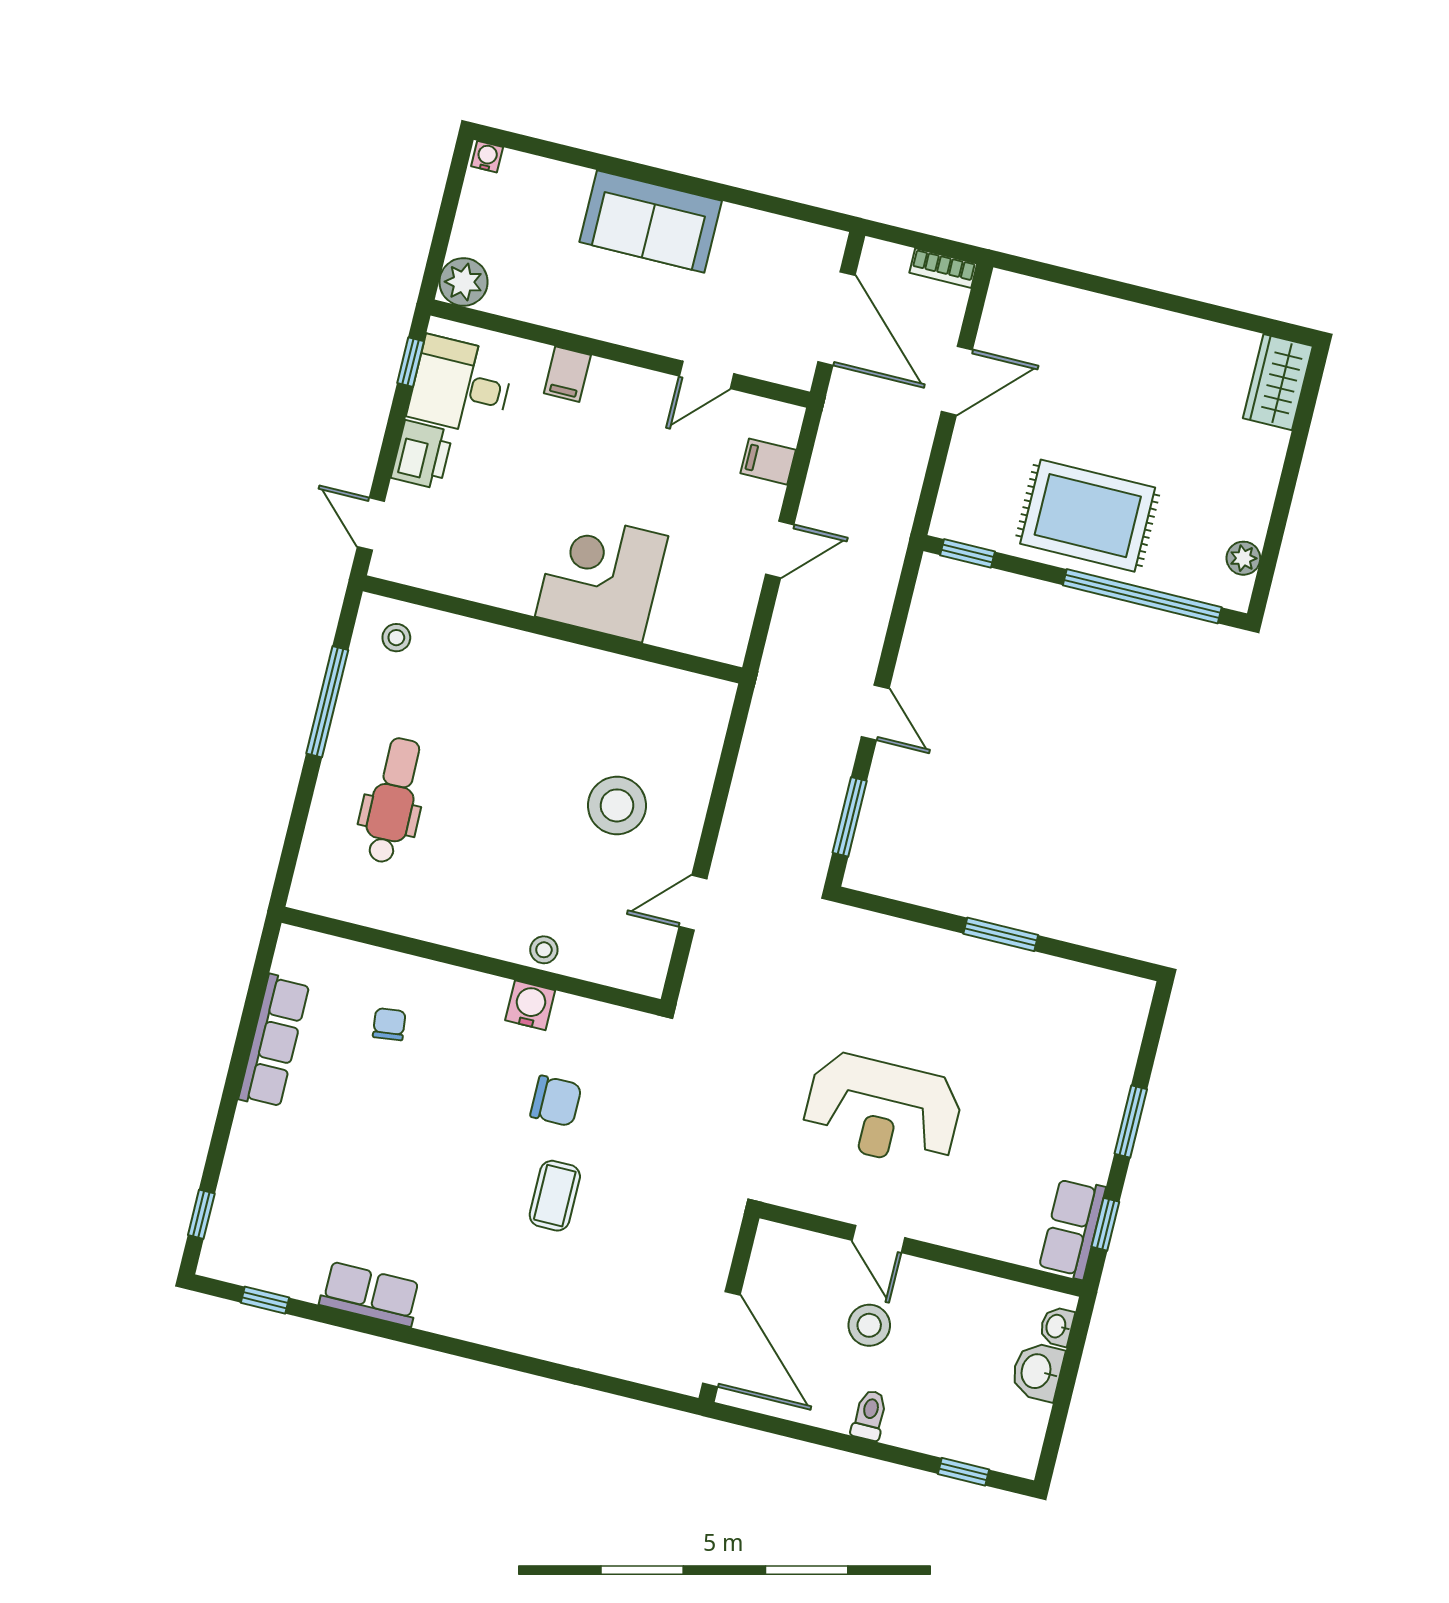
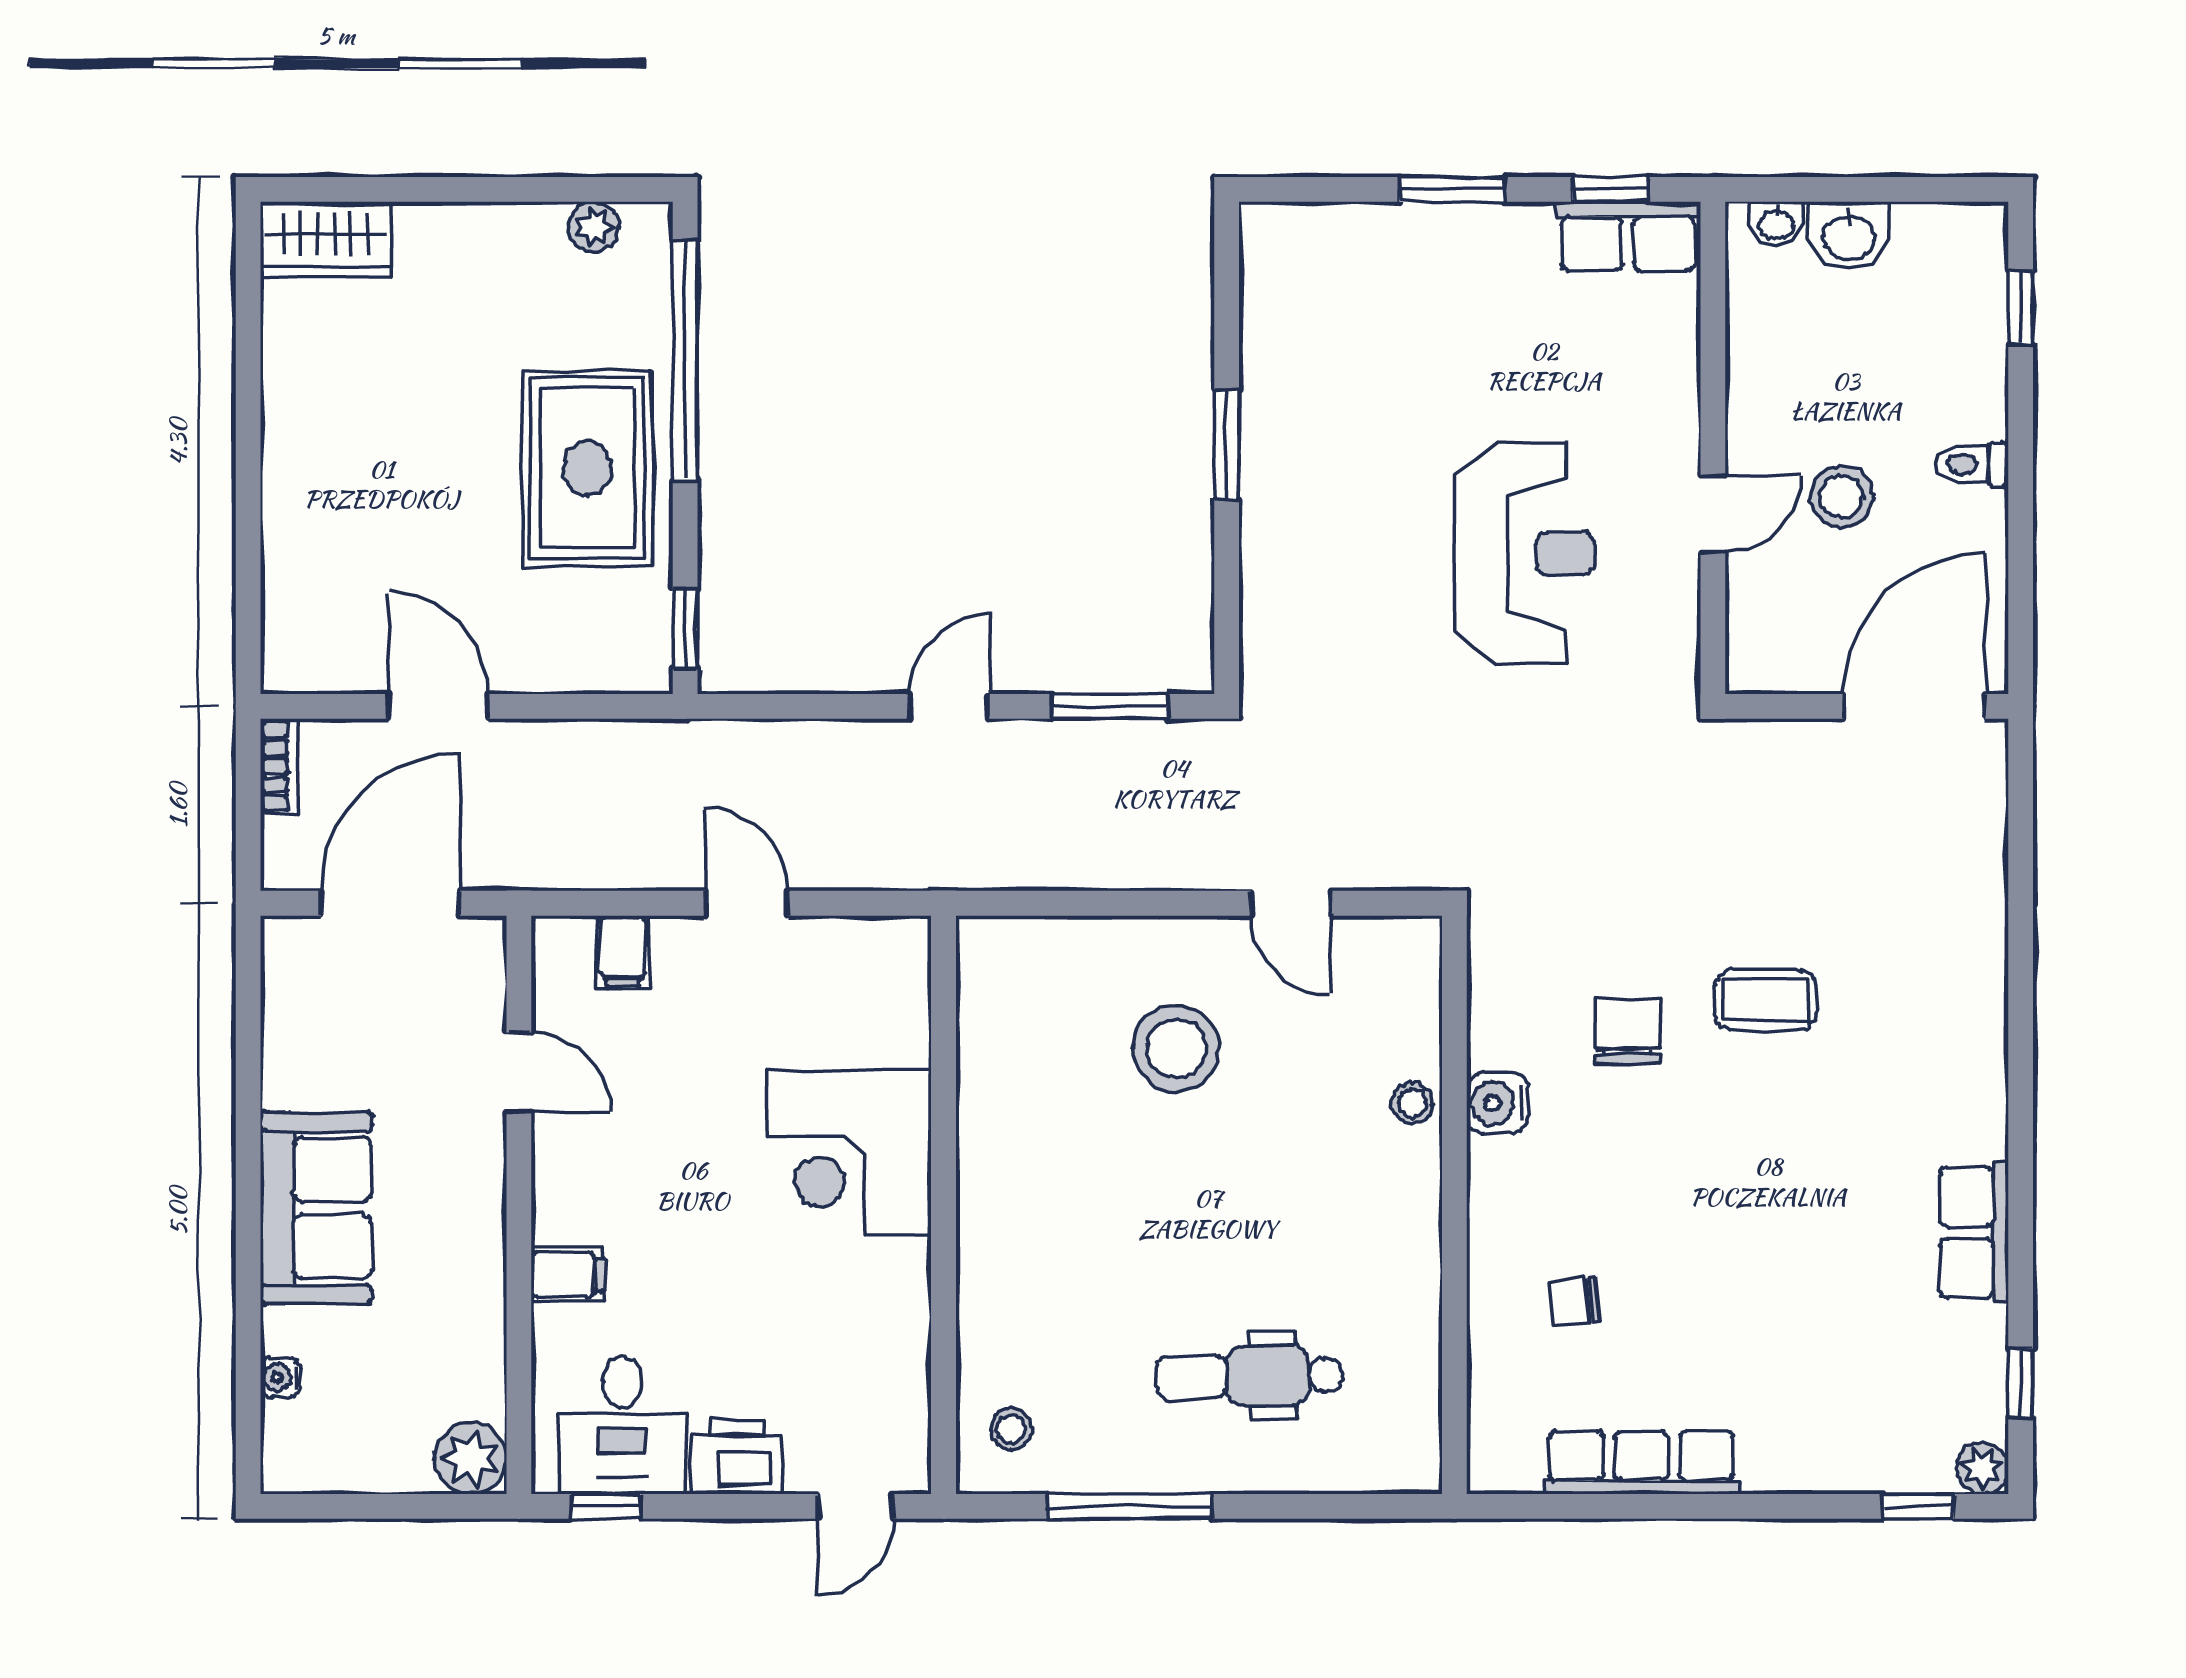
water cooler: (487, 157) -> (280, 1378), moved
plant: (216, 1262) -> (1982, 1468), added

